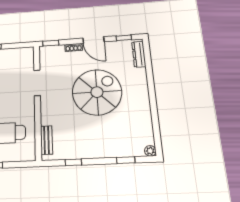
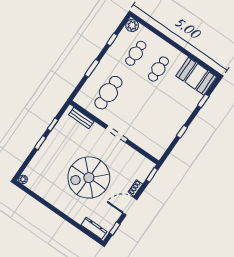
doorway: (37, 83) -> (117, 134), moved
spiral stairs: (97, 92) -> (89, 178), turned 90
window: (126, 160) -> (40, 143), moved

